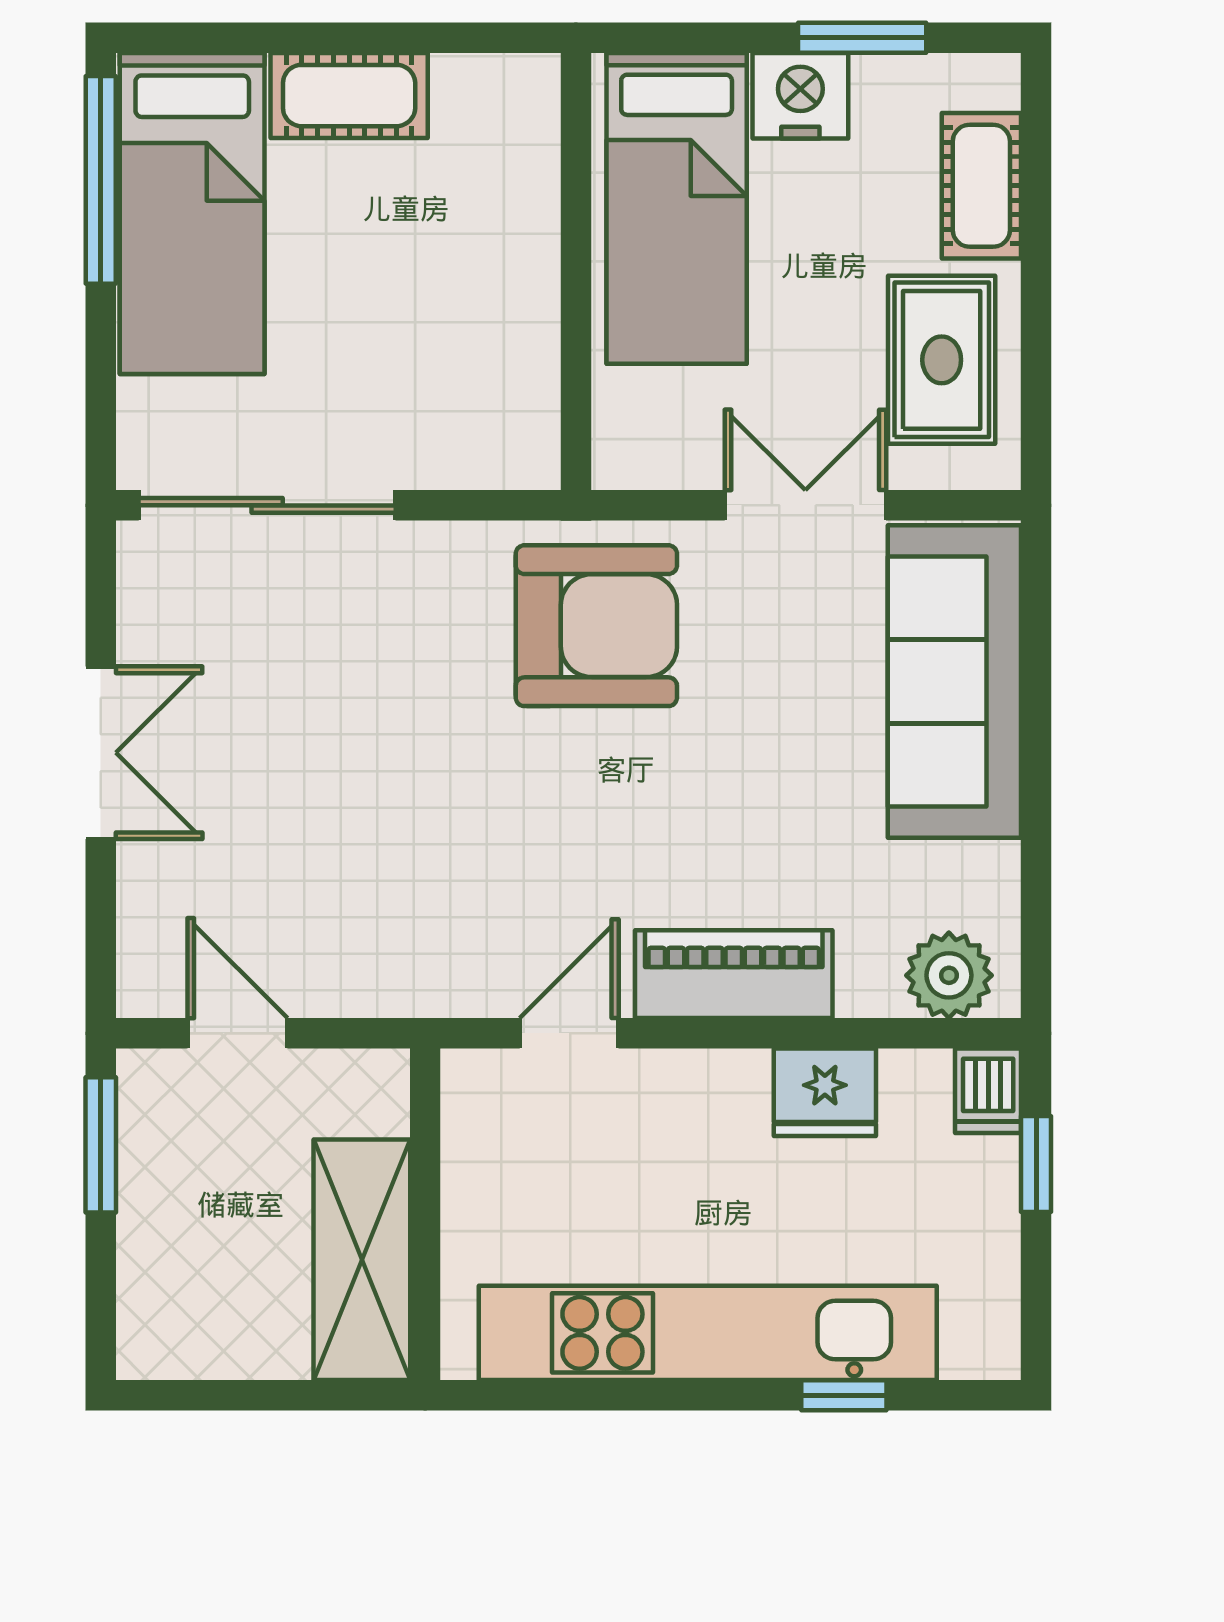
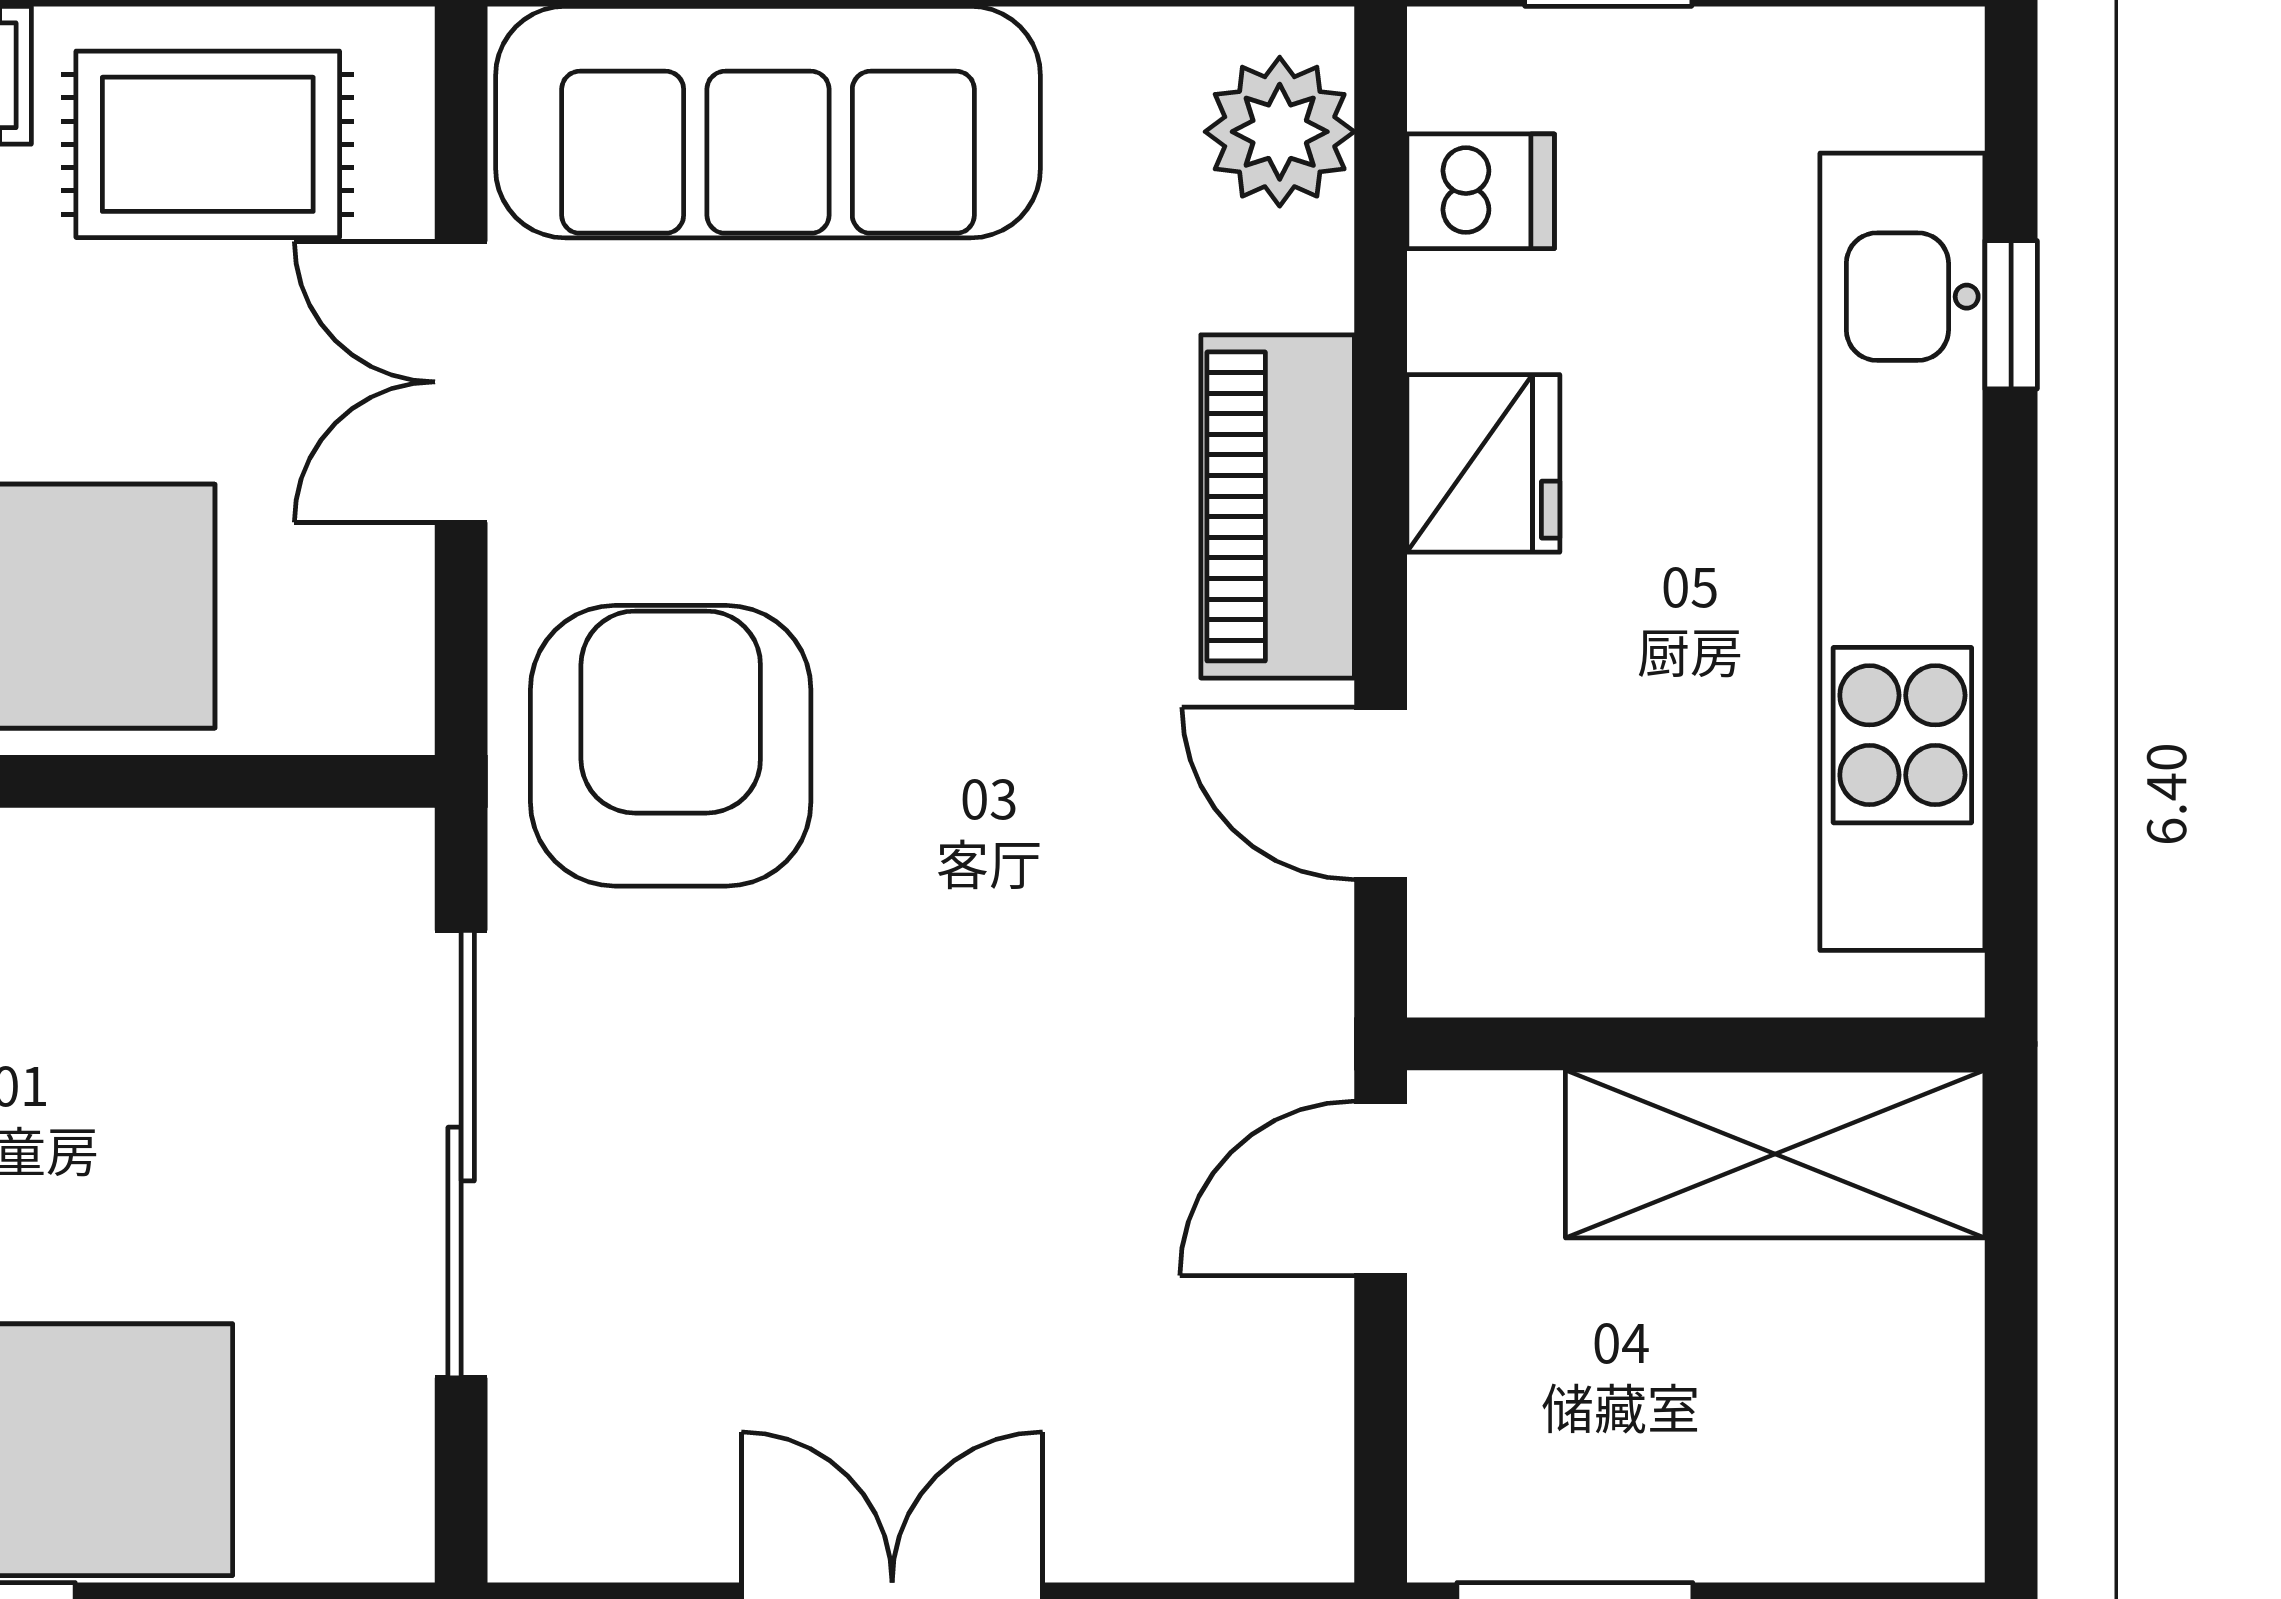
sliding door: (267, 505) -> (461, 1154), moved
door: (237, 1033) -> (1381, 1188), moved
dishwasher: (988, 1091) -> (1481, 191), moved
fridge: (825, 1092) -> (1483, 463), moved

